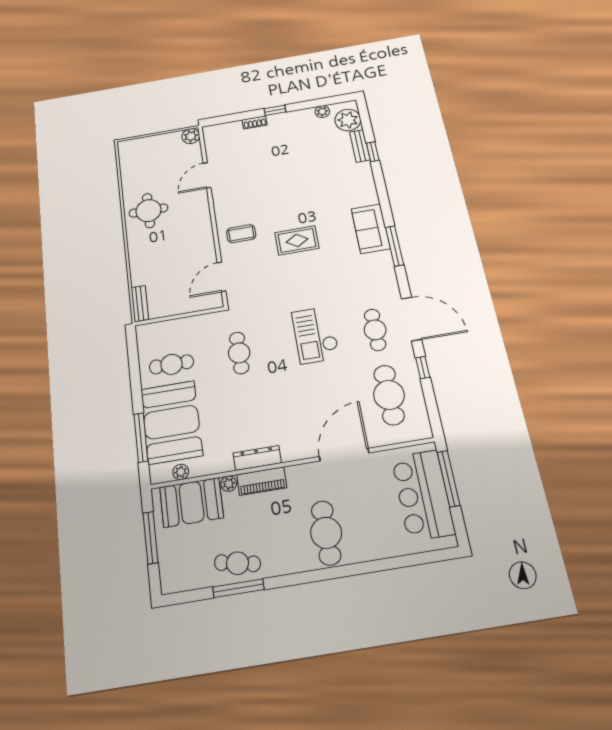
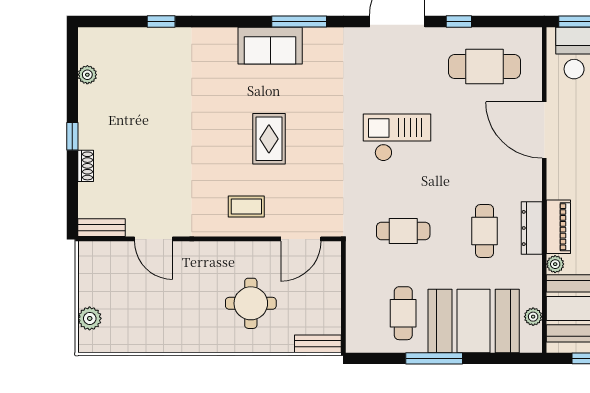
plant: (348, 120) -> (107, 44), removed
plant: (191, 136) -> (90, 318), moved
bench: (360, 146) -> (102, 228), moved
round table: (148, 211) -> (251, 303), moved
coffee table: (241, 234) -> (246, 207), turned 90
door: (222, 277) -> (301, 239), hinge flipped
cafe table: (375, 330) -> (484, 231), moved, turned 90
checkout: (315, 335) -> (397, 137), turned 180
window: (141, 437) -> (434, 358), moved

